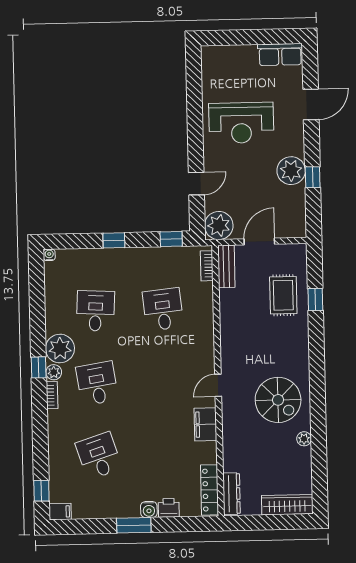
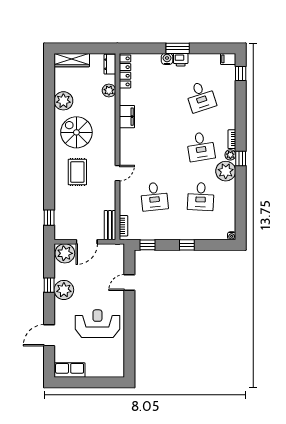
plant: (219, 226) -> (65, 253), moved
rug: (283, 295) -> (77, 172), moved
window: (315, 300) -> (49, 218), moved
door: (218, 385) -> (117, 173), moved
plant: (304, 439) -> (63, 101), width x1.87, depth x1.87
plant: (232, 462) -> (109, 91), added
dresser: (232, 494) -> (110, 64), width x0.70
printer: (169, 508) -> (181, 60), moved

